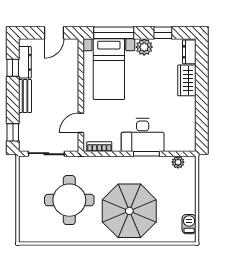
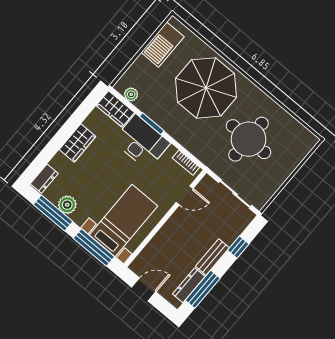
window: (163, 33) -> (53, 213), width x2.17
plant: (144, 47) -> (67, 205), moved
window: (13, 68) -> (203, 289), width x2.17
wardrobe: (187, 80) -> (77, 143), moved
window: (13, 132) -> (238, 247), moved
wardrobe: (180, 143) -> (115, 109), added
barbecue: (189, 224) -> (163, 45), width x1.88, depth x1.53

